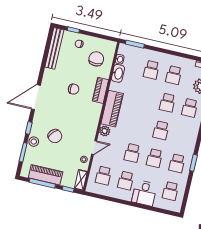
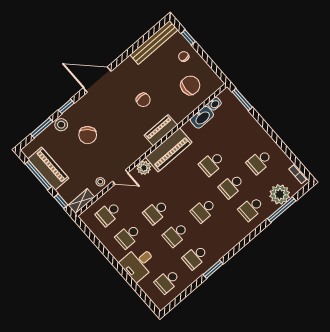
school desk: (151, 70) -> (212, 163), moved
piano: (100, 90) -> (161, 130), moved

